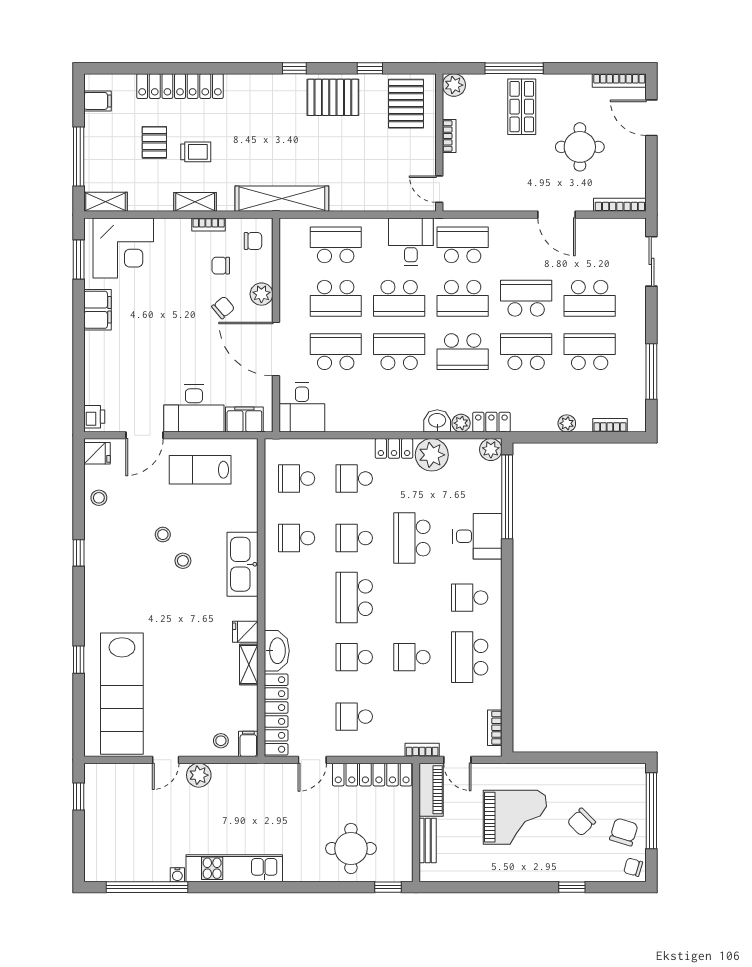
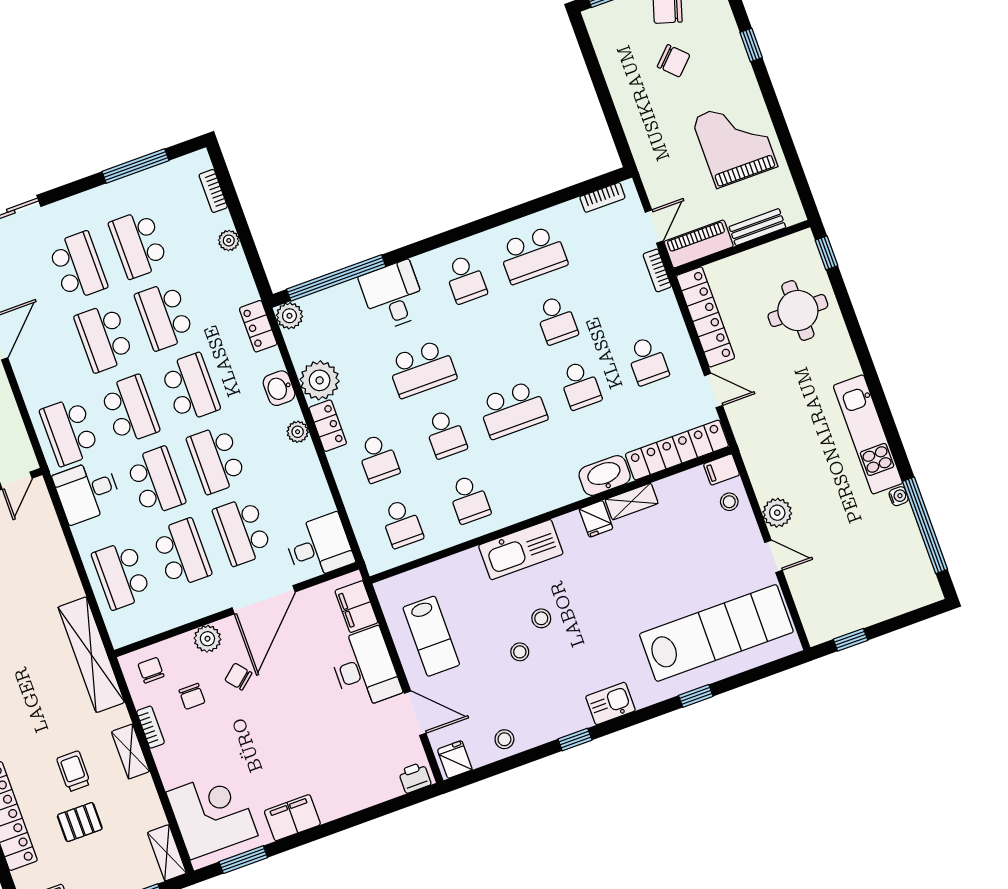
plant: (461, 423) -> (298, 432), moved
kitchen sink: (97, 591) -> (610, 703), added
grand piano: (515, 817) -> (735, 142), moved

